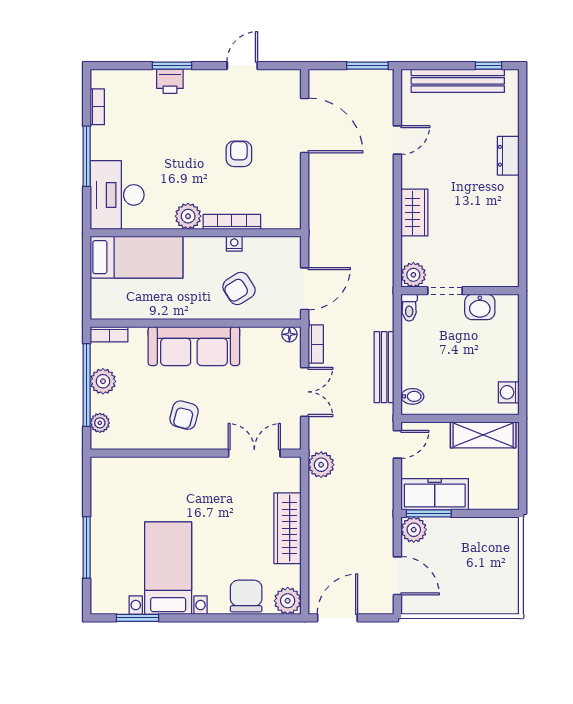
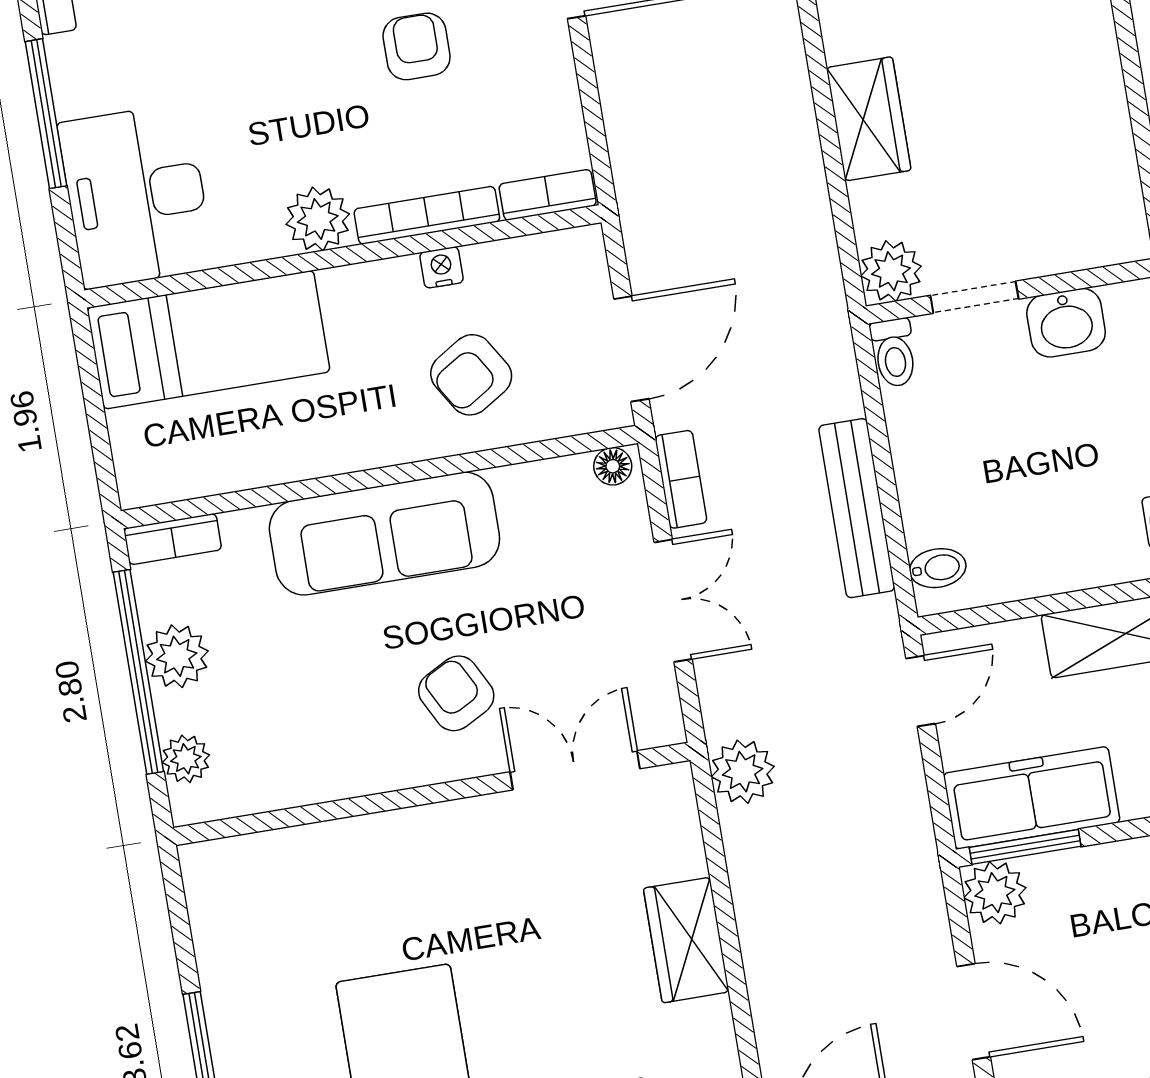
bookcase: (281, 222) -> (548, 195), added
armchair: (184, 415) -> (456, 693), moved, turned 137
wardrobe: (287, 528) -> (686, 940), width x0.67

